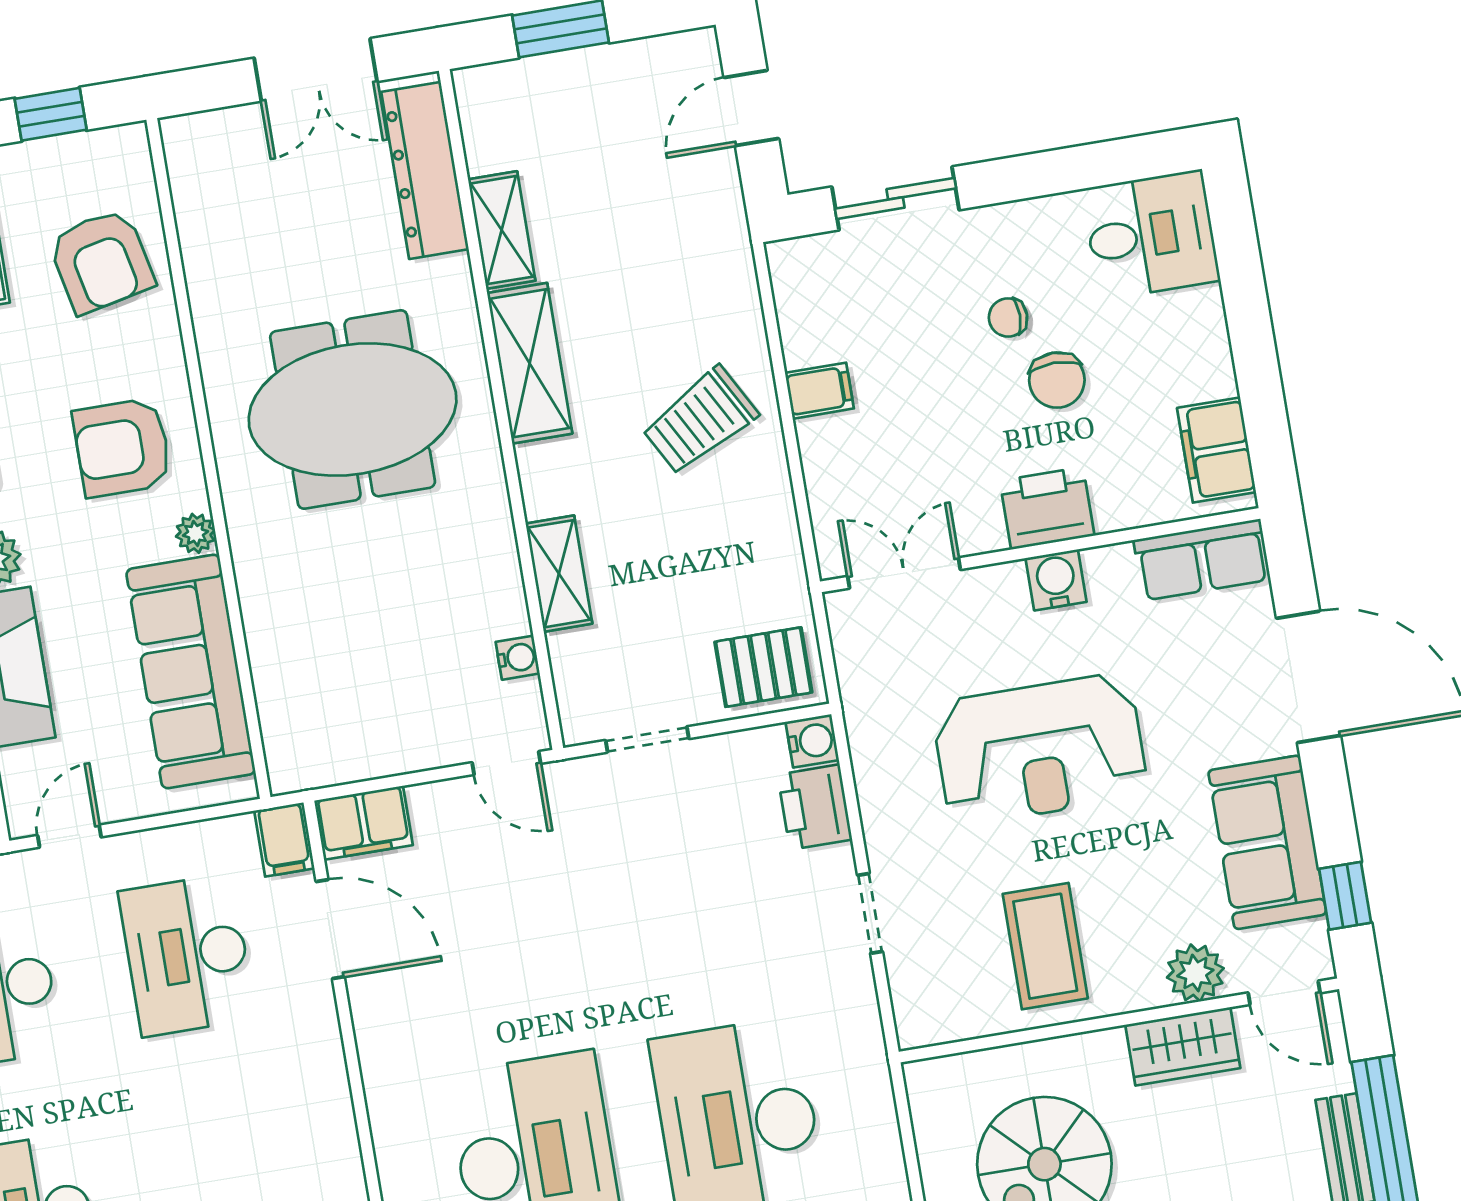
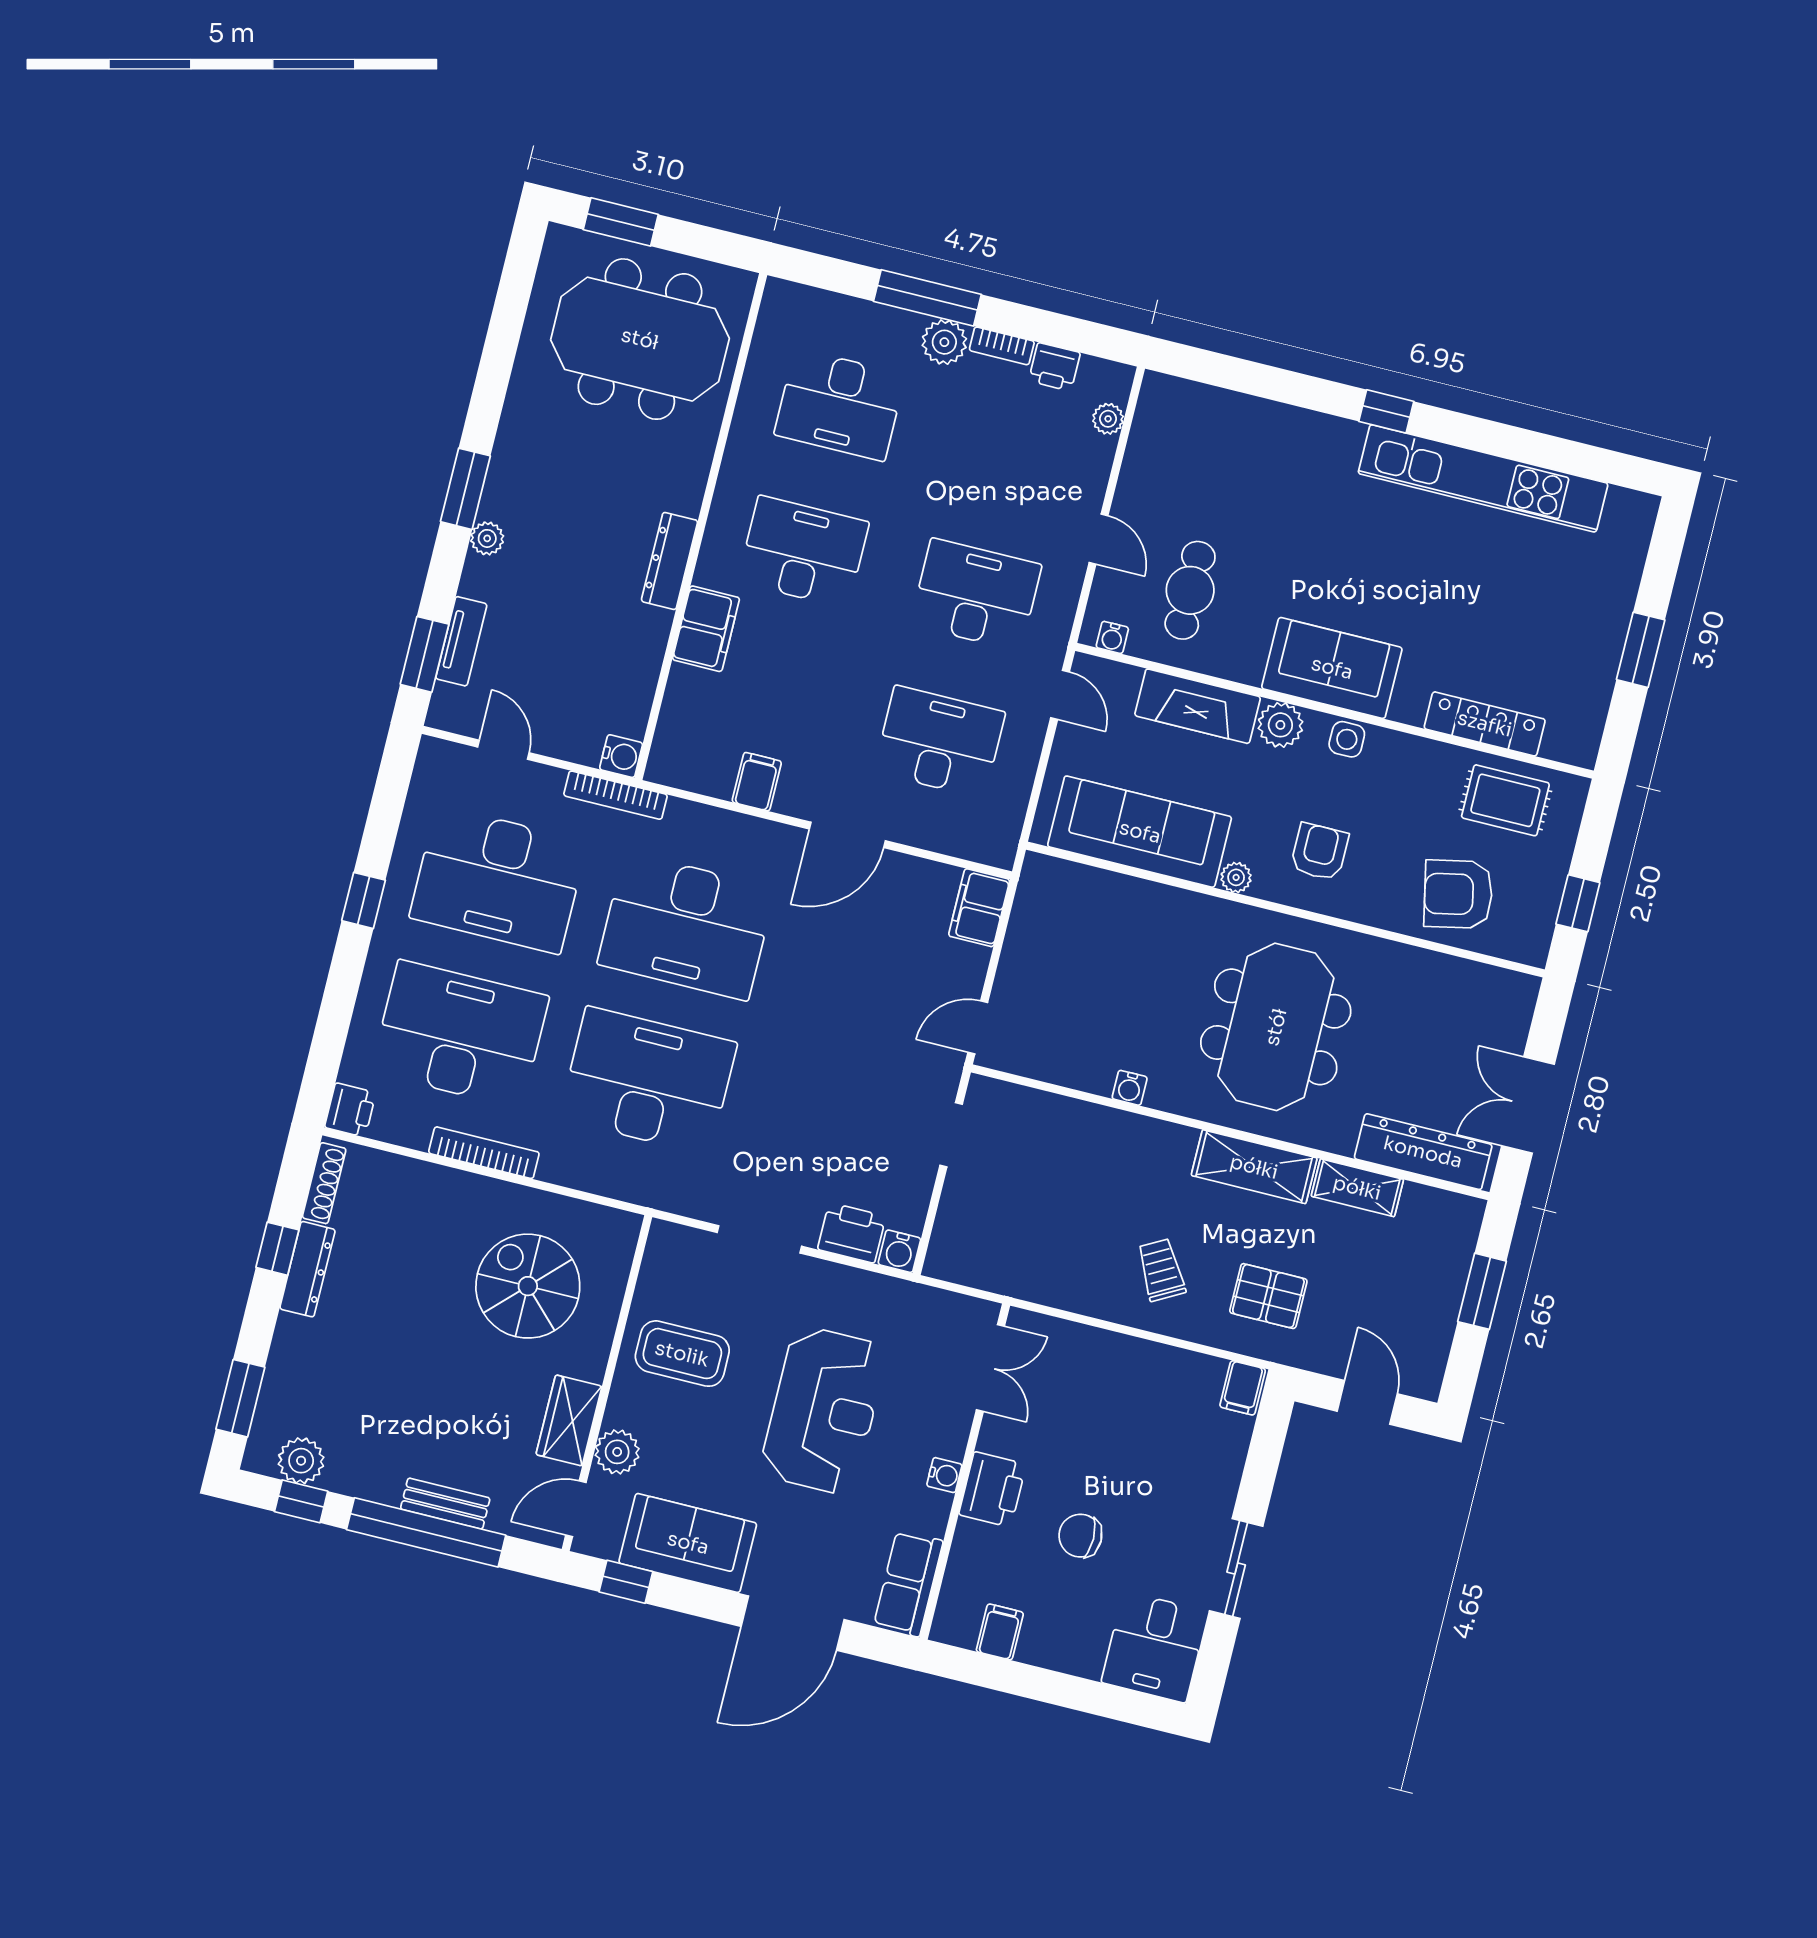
sliding door: (896, 198) -> (1236, 1569), moved
chair: (1008, 317) -> (1140, 1520), removed
filing cabinet: (819, 391) -> (1243, 1388), moved
trolley: (700, 421) -> (1161, 1270), width x0.73, depth x0.72
armchair: (122, 448) -> (1319, 852), width x0.72, depth x0.72
filing cabinet: (1217, 450) -> (1000, 1632), width x0.50
shelving: (559, 574) -> (1096, 1123), removed
water cooler: (1056, 580) -> (944, 1475), width x0.72, depth x0.72
water cooler: (518, 658) -> (1130, 1088), moved
pallet: (763, 667) -> (1268, 1296), moved, turned 90
reception desk: (1040, 749) -> (824, 1410), turned 180
filing cabinet: (284, 840) -> (757, 782), moved, turned 90
doorway: (870, 913) -> (759, 1239), width x1.38
door: (330, 929) -> (847, 835), moved

